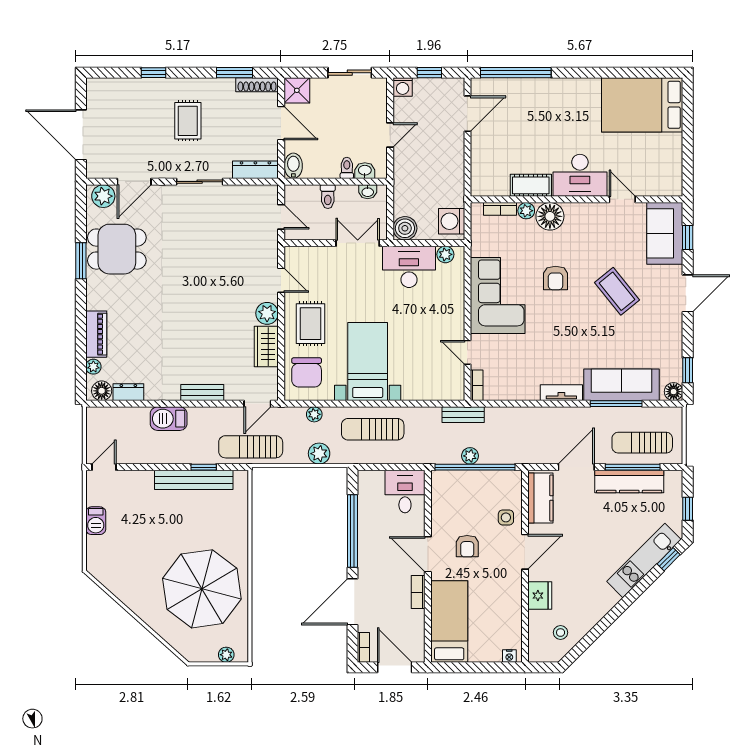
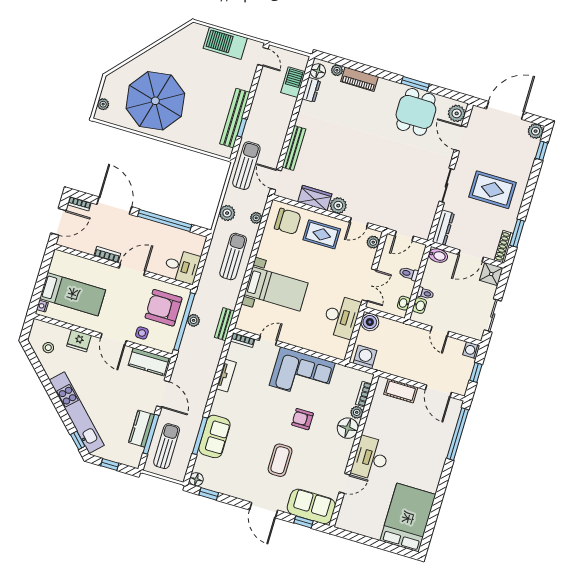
window: (154, 73) -> (542, 151), moved
plant: (96, 88) -> (536, 131), added
rug: (188, 121) -> (492, 190), width x1.36, depth x1.43
cot: (531, 185) -> (401, 391), moved, turned 90
plant: (445, 254) -> (373, 242), moved
coffee table: (617, 291) -> (280, 460), turned -51
bed with nightstands: (368, 362) -> (276, 289), moved
chair: (307, 372) -> (288, 221), turned 180
sofa: (621, 385) -> (214, 436), width x0.73
bench: (202, 393) -> (294, 148), width x1.36
tv unit: (561, 393) -> (226, 376), moved
barbecue: (169, 419) -> (293, 82), moved
kitchen counter: (629, 482) -> (142, 429), width x0.67
barbecue: (96, 521) -> (225, 43), width x1.88, depth x1.53
armchair: (467, 546) -> (164, 308), moved, width x1.88, depth x1.88
kitchen unit: (644, 560) -> (77, 413), width x1.36
bed: (449, 622) -> (73, 294), moved

